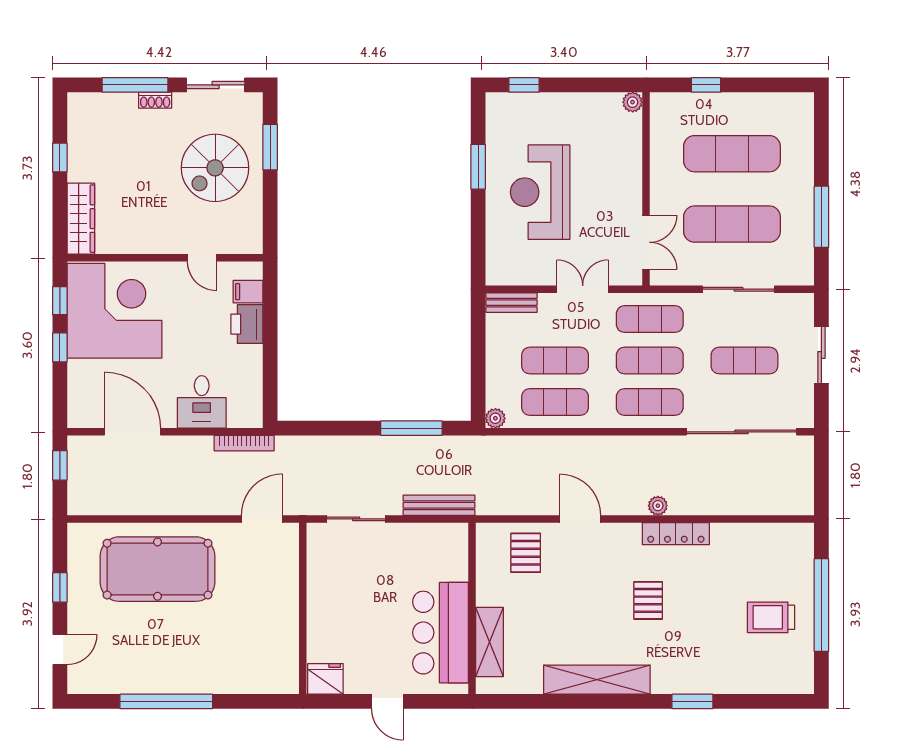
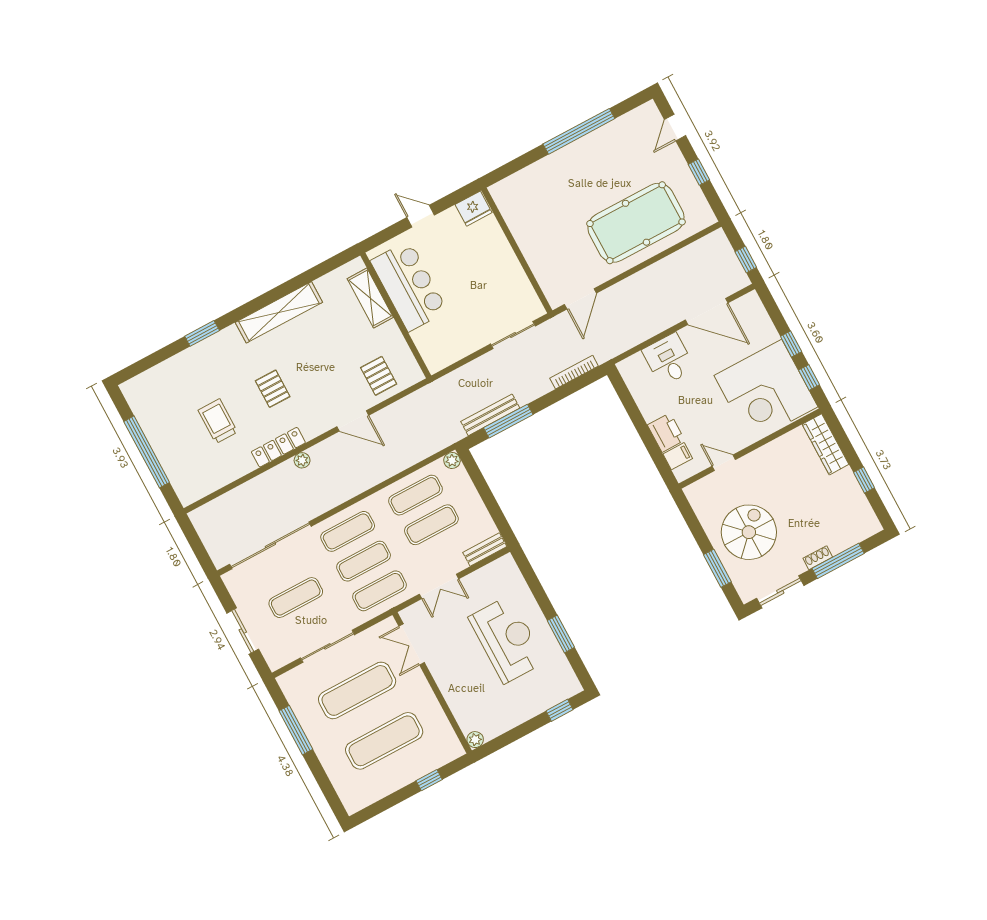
bookcase: (244, 443) -> (574, 372), moved
bench: (439, 505) -> (490, 415), moved
trolley: (771, 617) -> (218, 421), moved, turned -90

